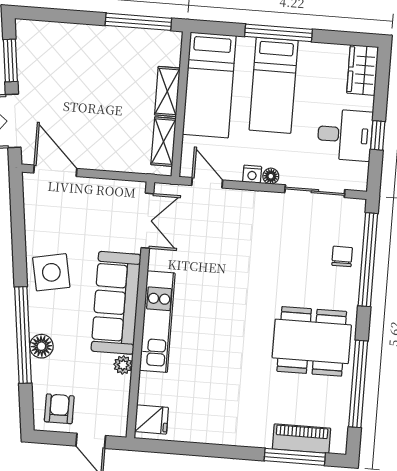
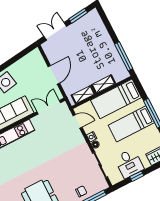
door: (55, 171) -> (54, 75), moved
door: (207, 183) -> (78, 121), hinge flipped
double door: (147, 221) -> (49, 107), swing flipped

